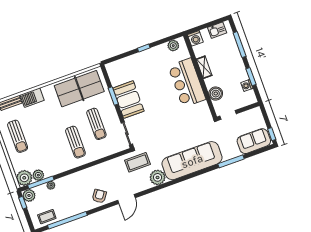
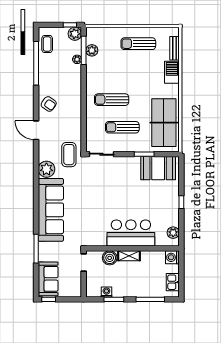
shelving: (204, 67) -> (129, 256), moved
booth: (128, 100) -> (158, 168), moved
plant: (24, 178) -> (94, 35), removed

